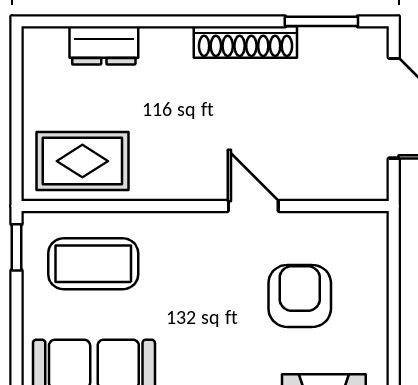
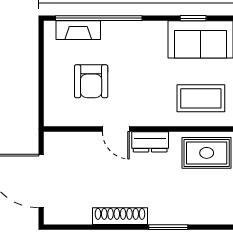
window: (321, 21) -> (168, 227), moved
dresser: (104, 45) -> (150, 142), moved, turned 180

